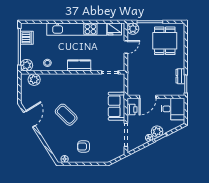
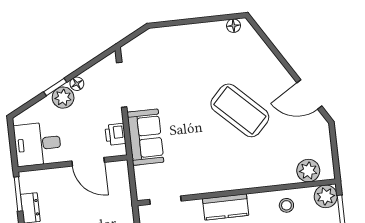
door: (148, 97) -> (88, 162), swing flipped
coffee table: (66, 115) -> (240, 110), width x1.36, depth x1.32
door: (29, 119) -> (309, 94), hinge flipped
armchair: (84, 147) -> (200, 53), removed

